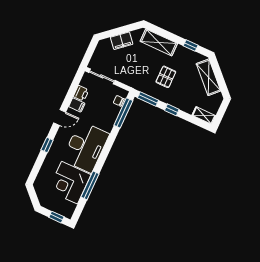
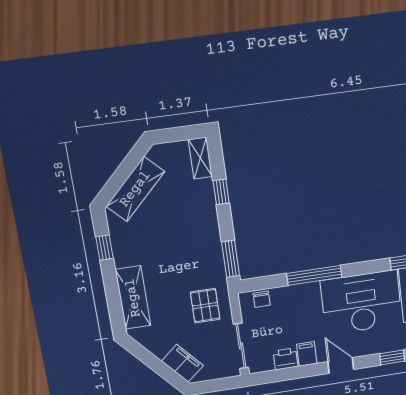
filing cabinet: (122, 41) -> (182, 363), moved
pallet: (166, 77) -> (205, 306), moved, turned 90
window: (172, 110) -> (221, 192), moved
window: (123, 113) -> (314, 275), moved

